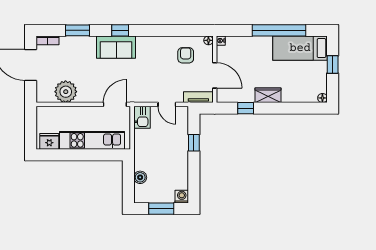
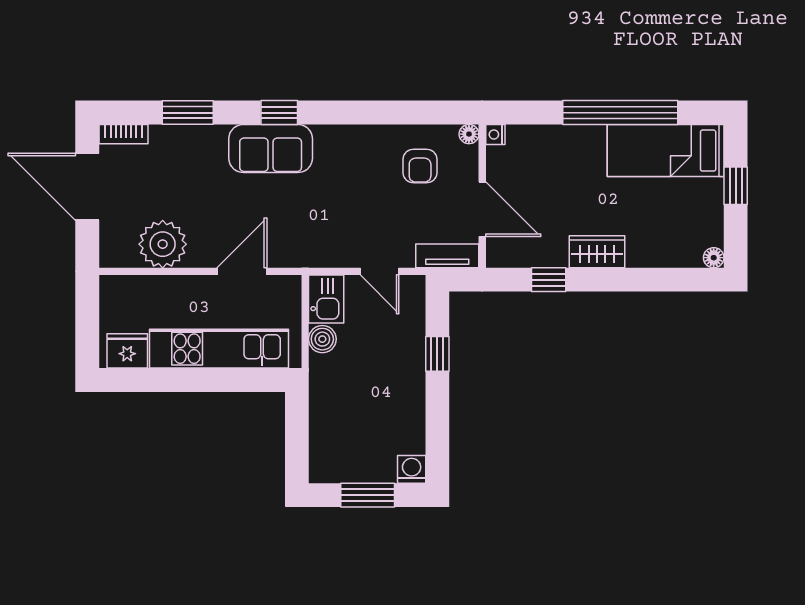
armchair: (186, 55) -> (420, 166), turned 180
door: (115, 104) -> (242, 271), moved
boiler: (140, 177) -> (322, 339), moved

